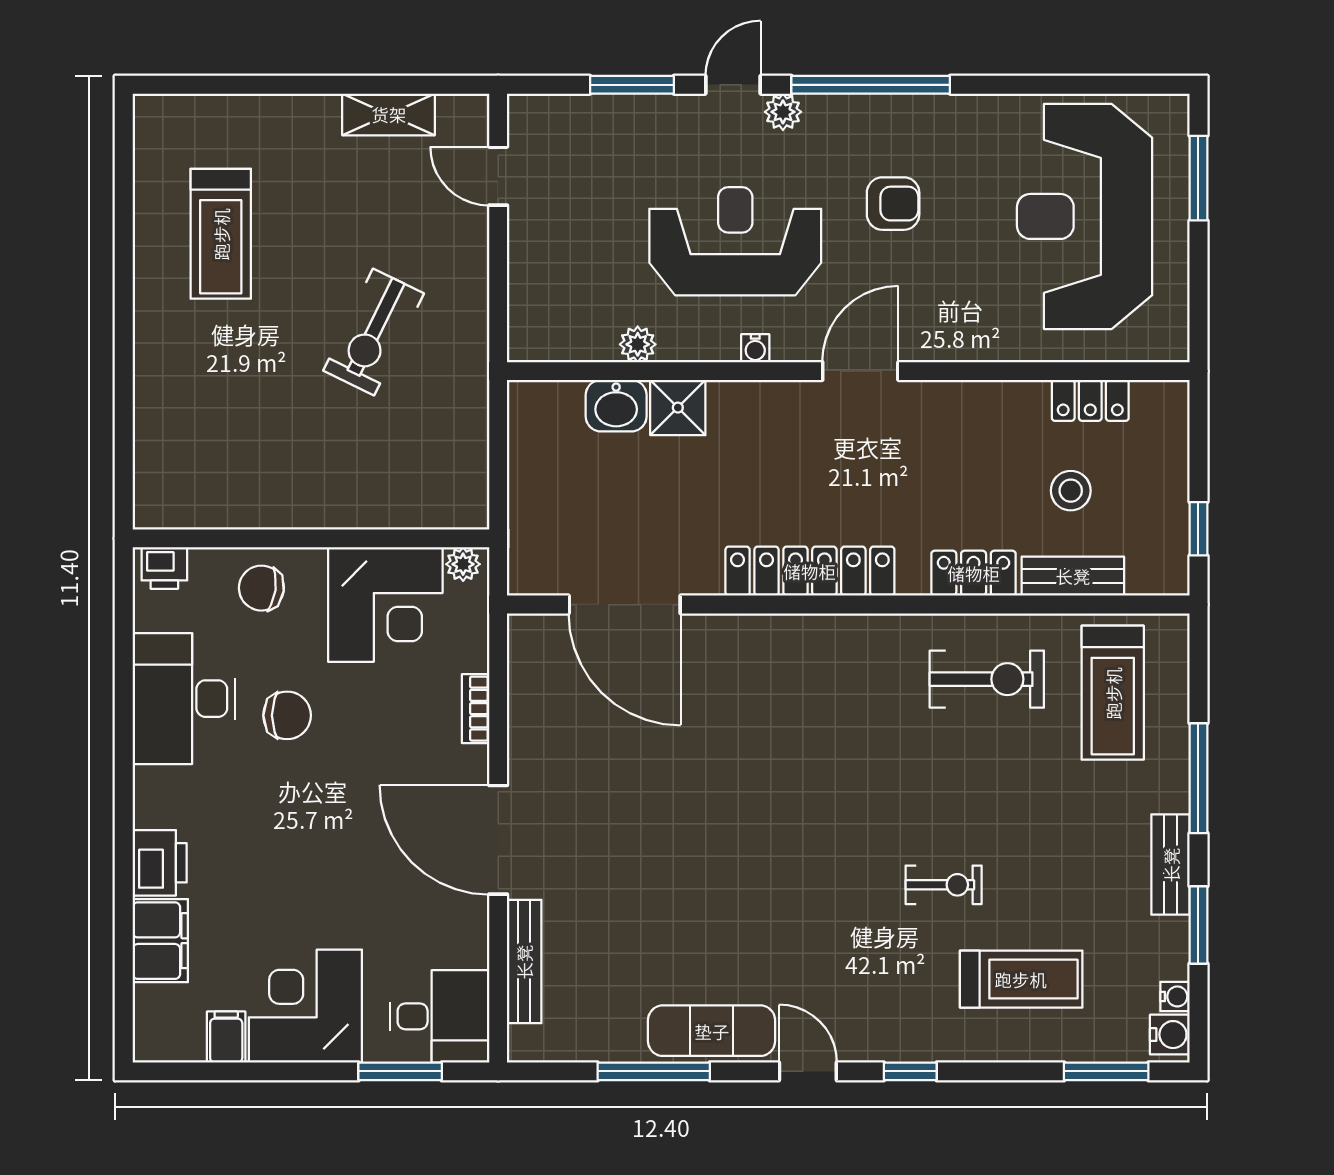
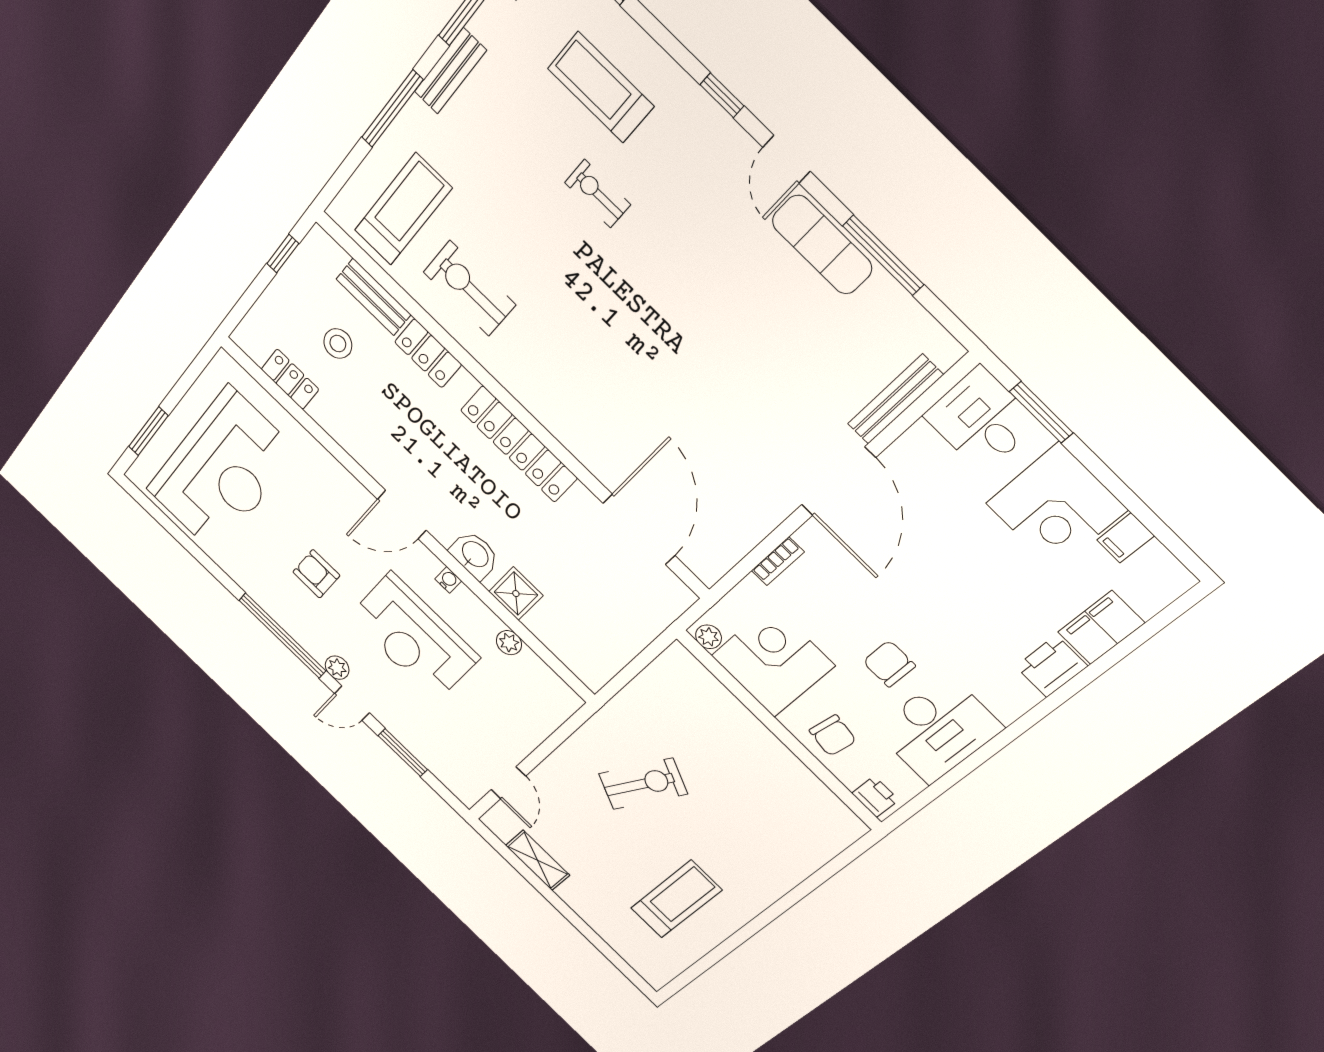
washbasin: (616, 406) -> (475, 555), moved

